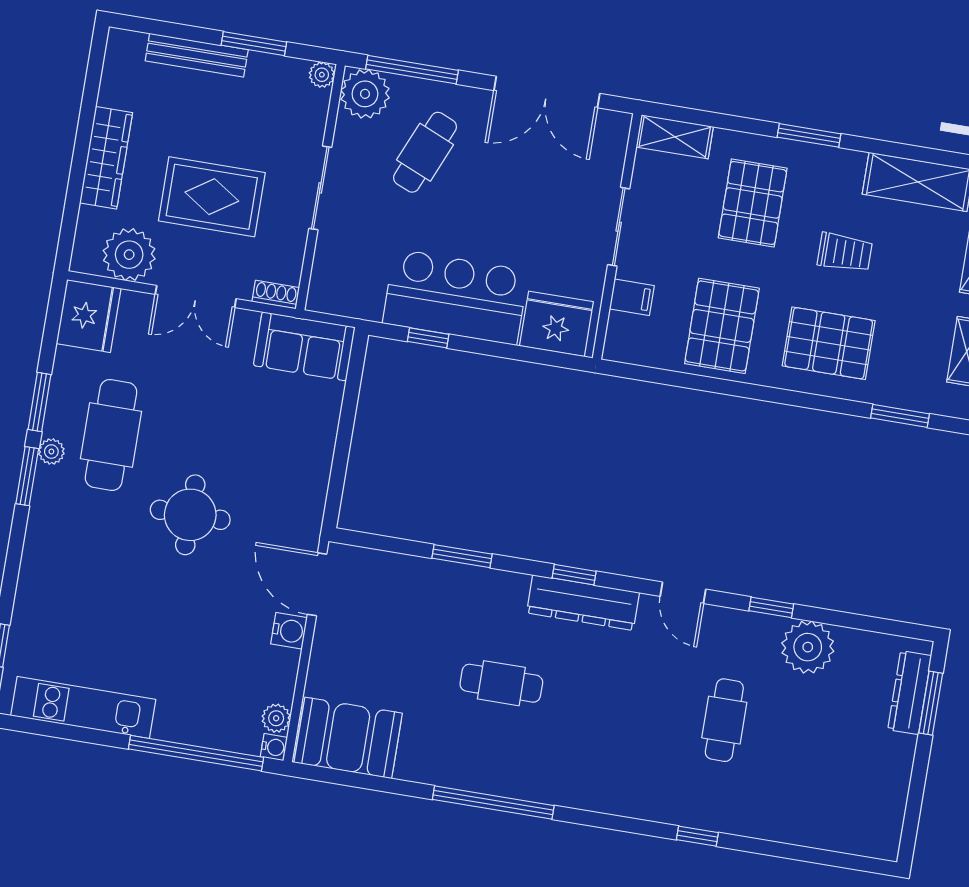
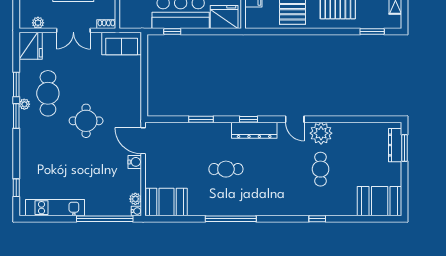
plant: (129, 255) -> (38, 23), width x0.53, depth x0.53
window: (771, 607) -> (332, 119), removed
plant: (808, 647) -> (321, 133), moved
booth: (851, 819) -> (380, 201), added

